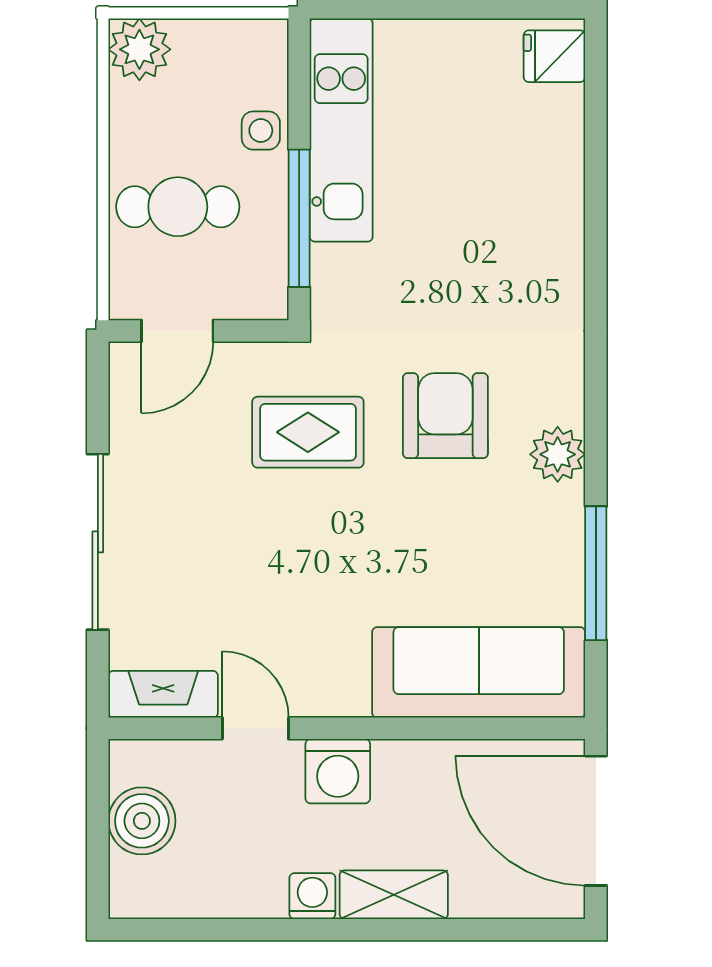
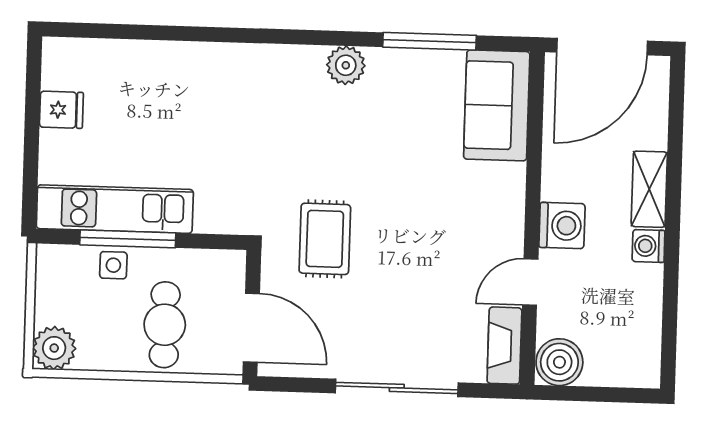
fridge: (554, 56) -> (61, 110), moved, turned -90
window: (299, 218) -> (128, 239), moved
door: (177, 331) -> (251, 328), width x1.38
armchair: (445, 416) -> (316, 143), removed
sofa: (479, 672) -> (497, 105), width x0.73
boiler: (142, 821) -> (559, 362), moved

